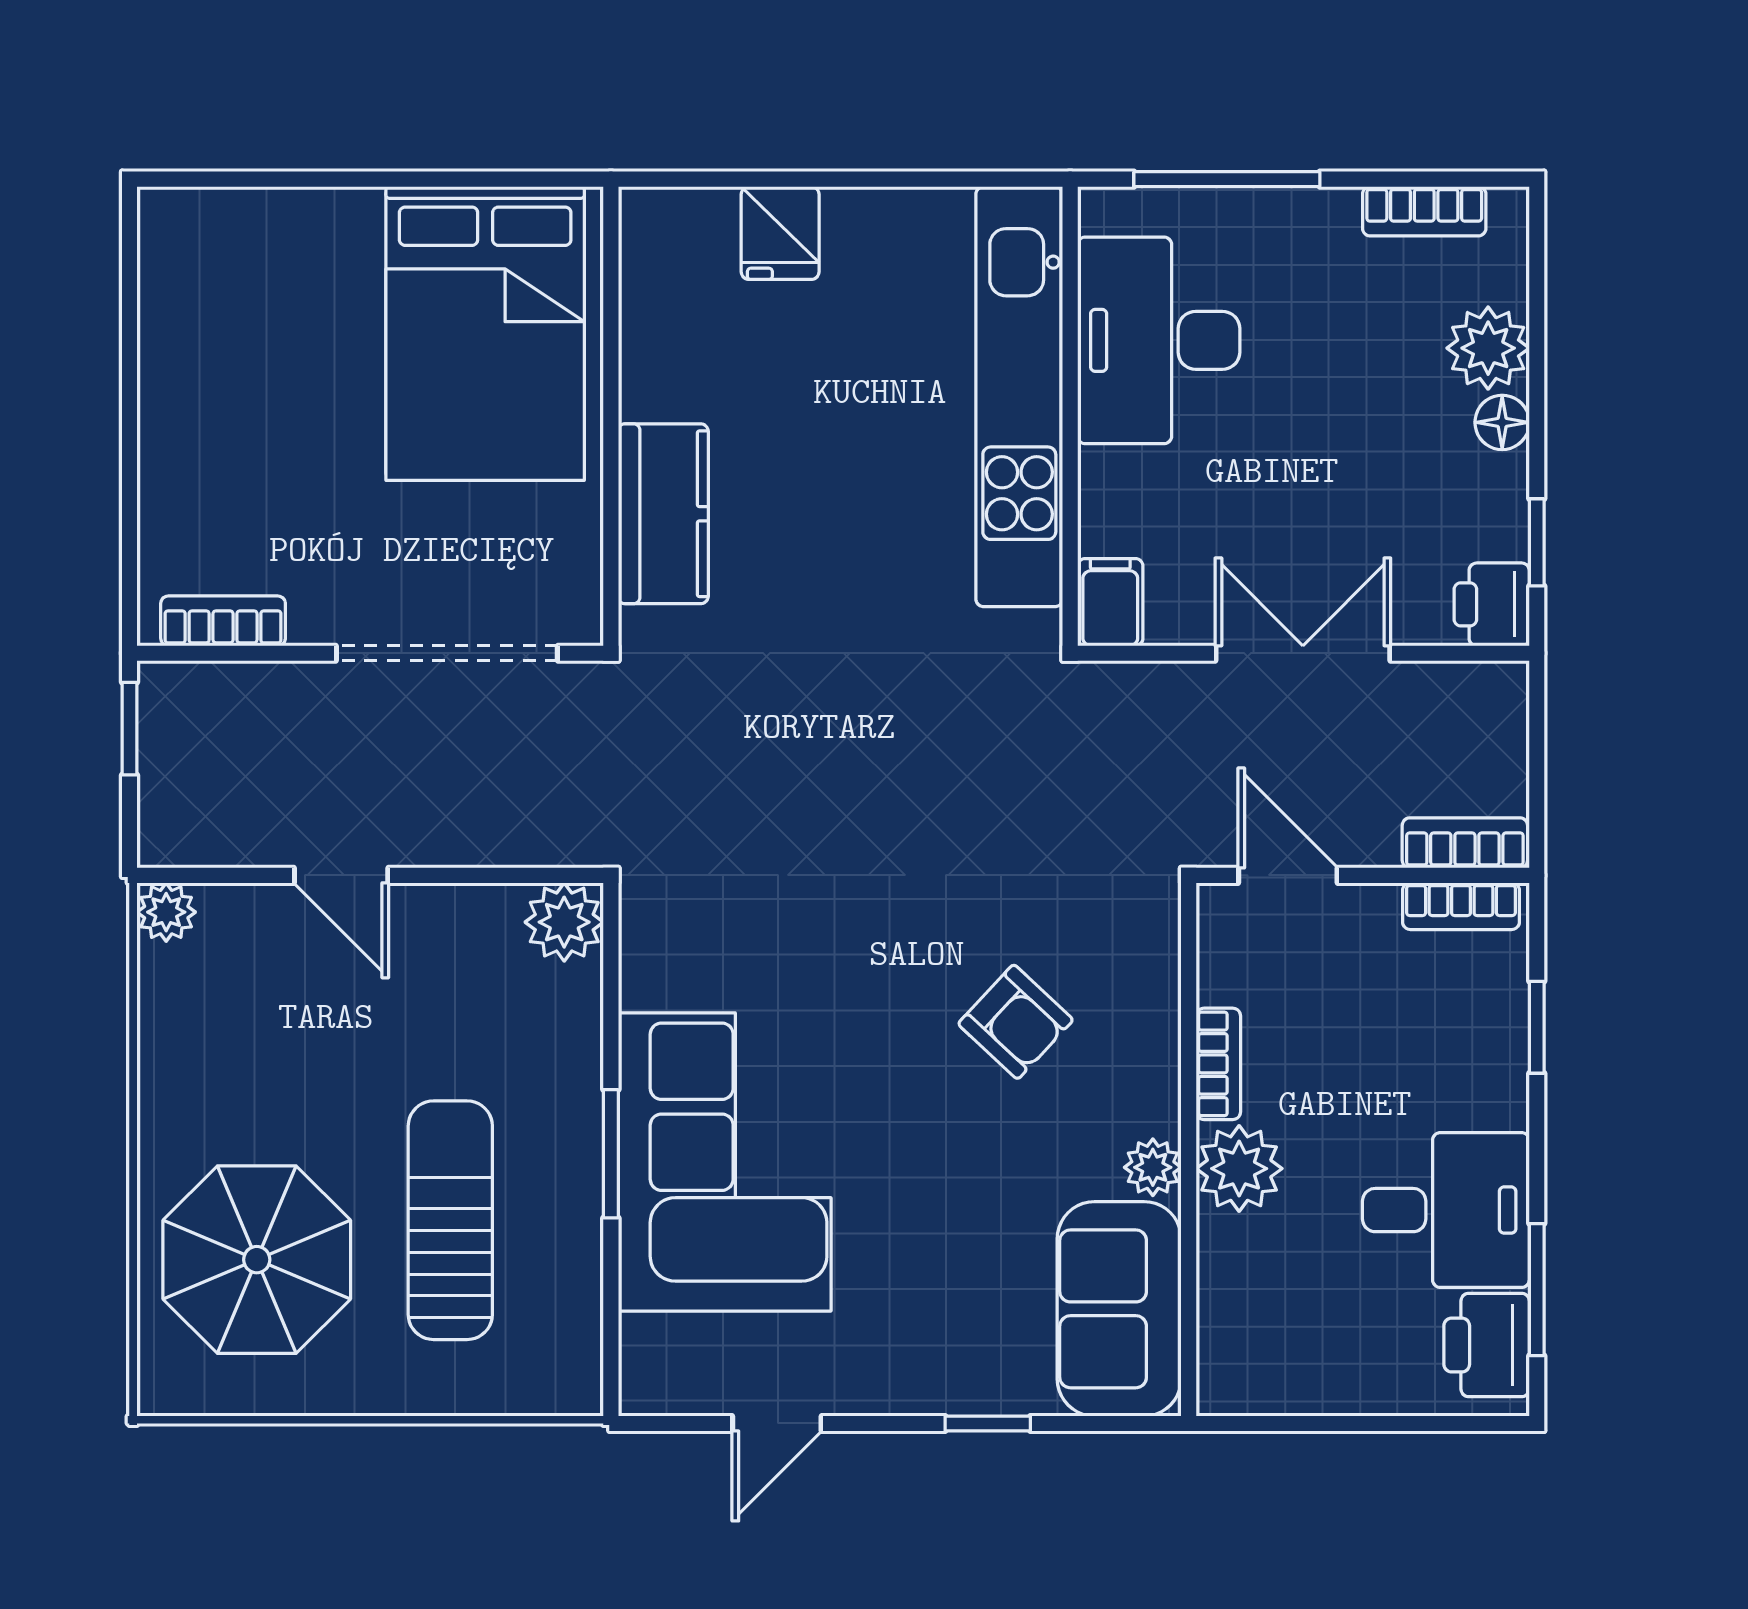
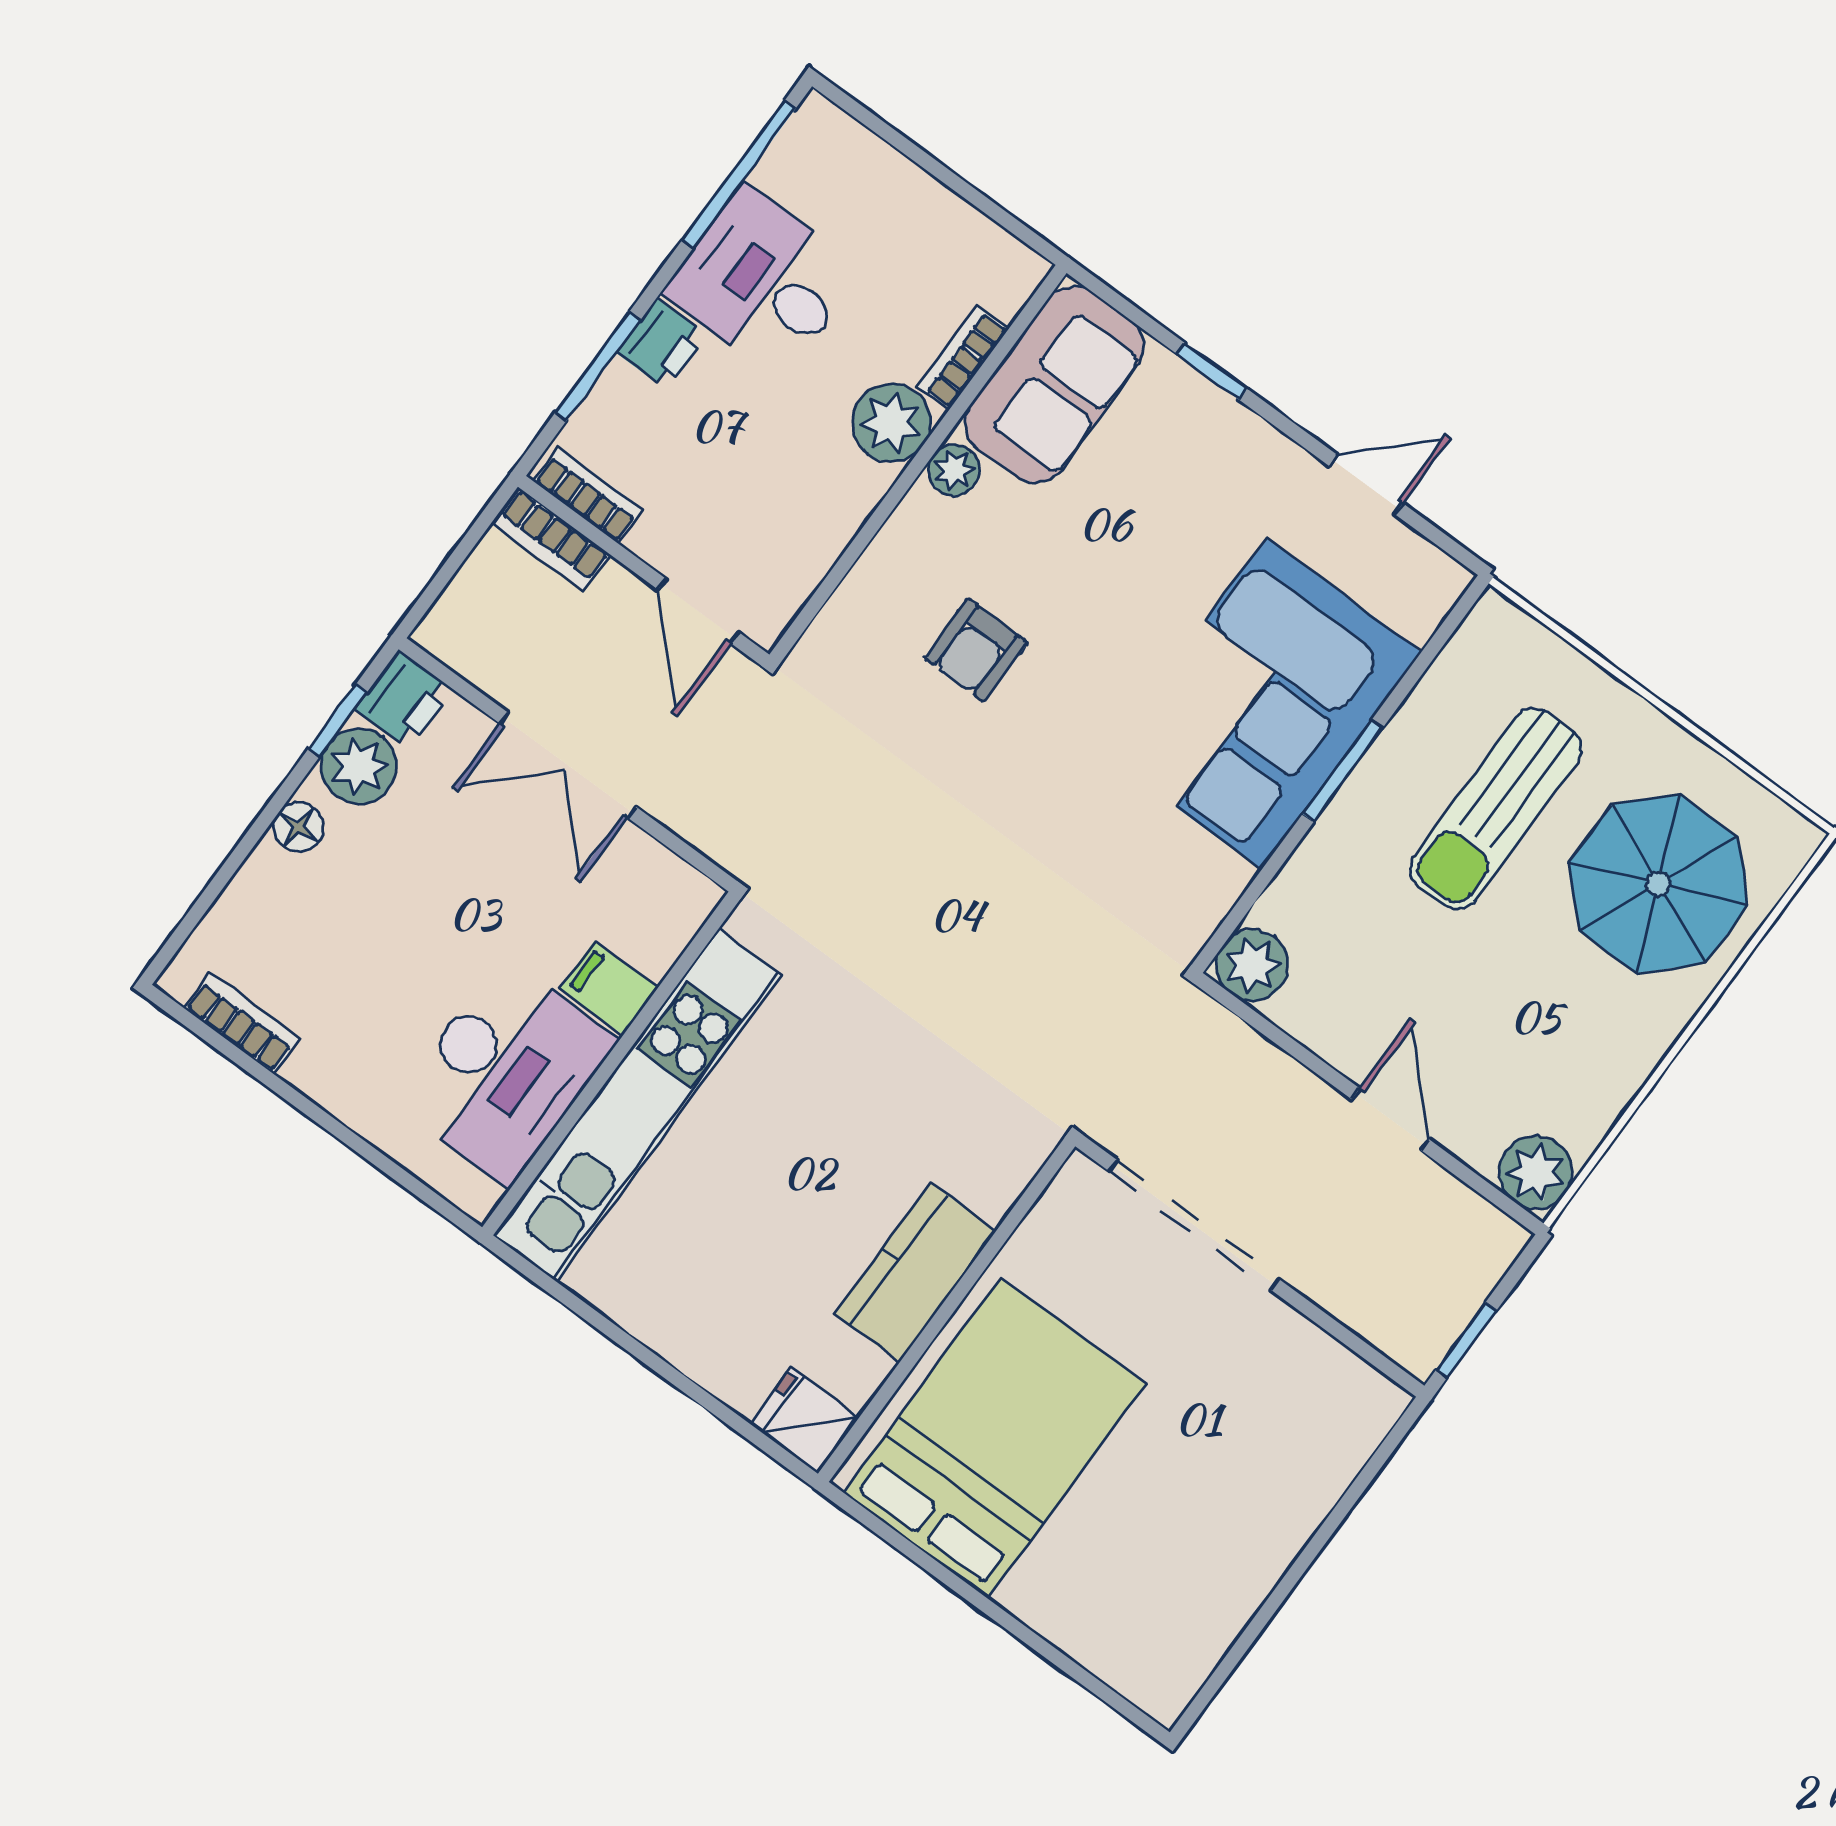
window: (1227, 179) -> (369, 1153), removed
fridge: (780, 233) -> (805, 1421), moved, turned -90
plant: (1488, 348) -> (359, 766), moved
kitchen counter: (663, 514) -> (915, 1272), moved
filing cabinet: (1110, 602) -> (609, 988), moved, turned 90
bookcase: (223, 621) -> (1340, 1369), removed
plant: (166, 912) -> (1536, 1172), width x1.38, depth x1.38
armchair: (1016, 1022) -> (976, 650), turned -133
window: (1537, 1027) -> (598, 366), width x1.50
bookcase: (1218, 1064) -> (963, 357), moved
window: (1537, 1290) -> (739, 174), width x1.44
printer: (1487, 1345) -> (662, 344), moved, width x0.73, depth x0.81

